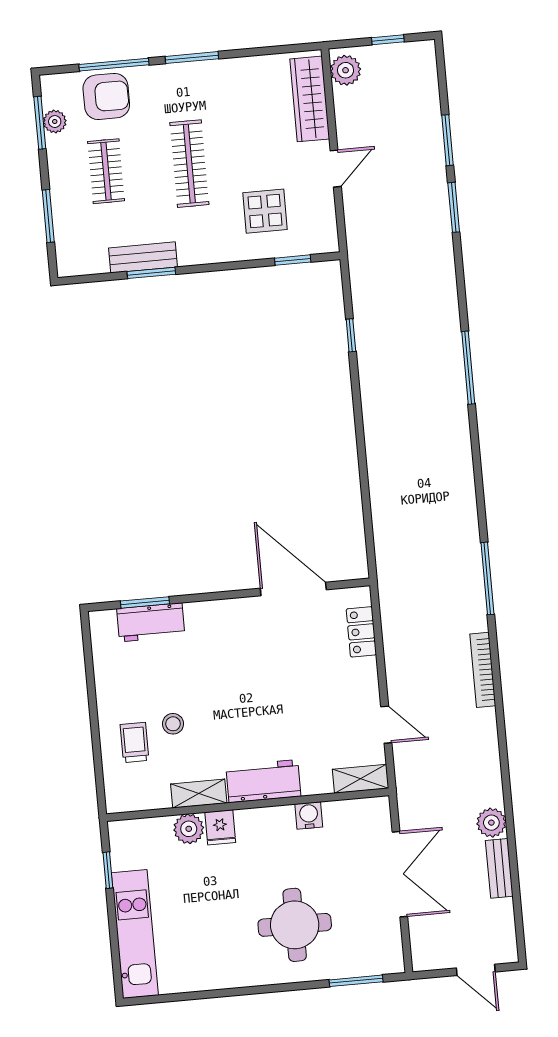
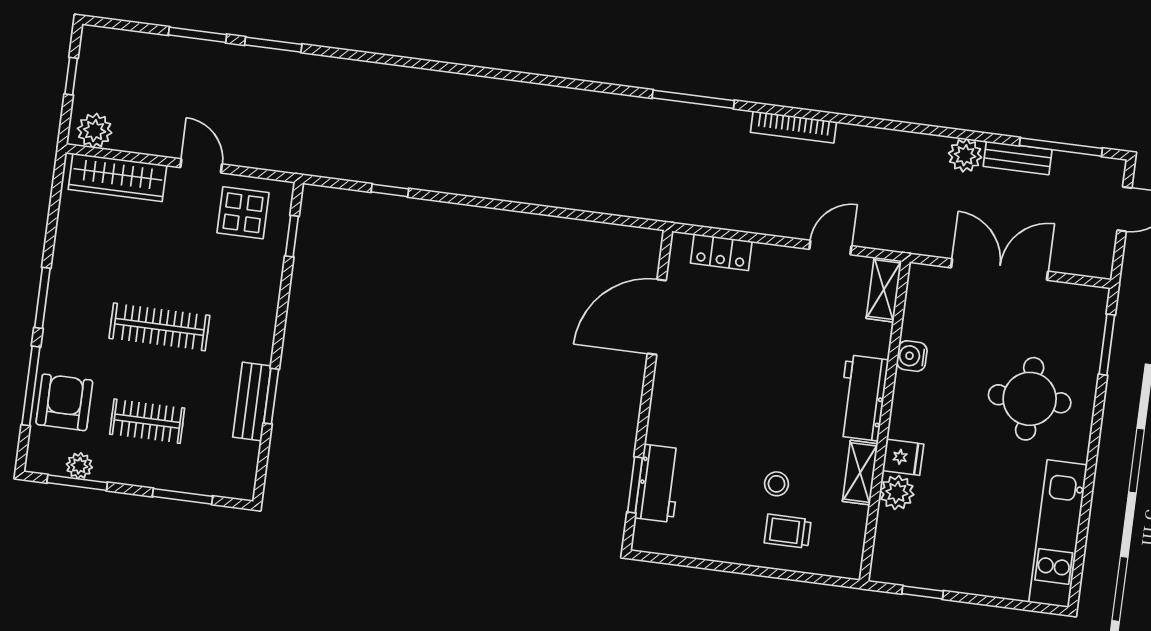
display table: (265, 211) -> (243, 213), moved
window: (468, 368) -> (1061, 147), moved
kitchen unit: (135, 934) -> (1058, 534), moved, turned -90

